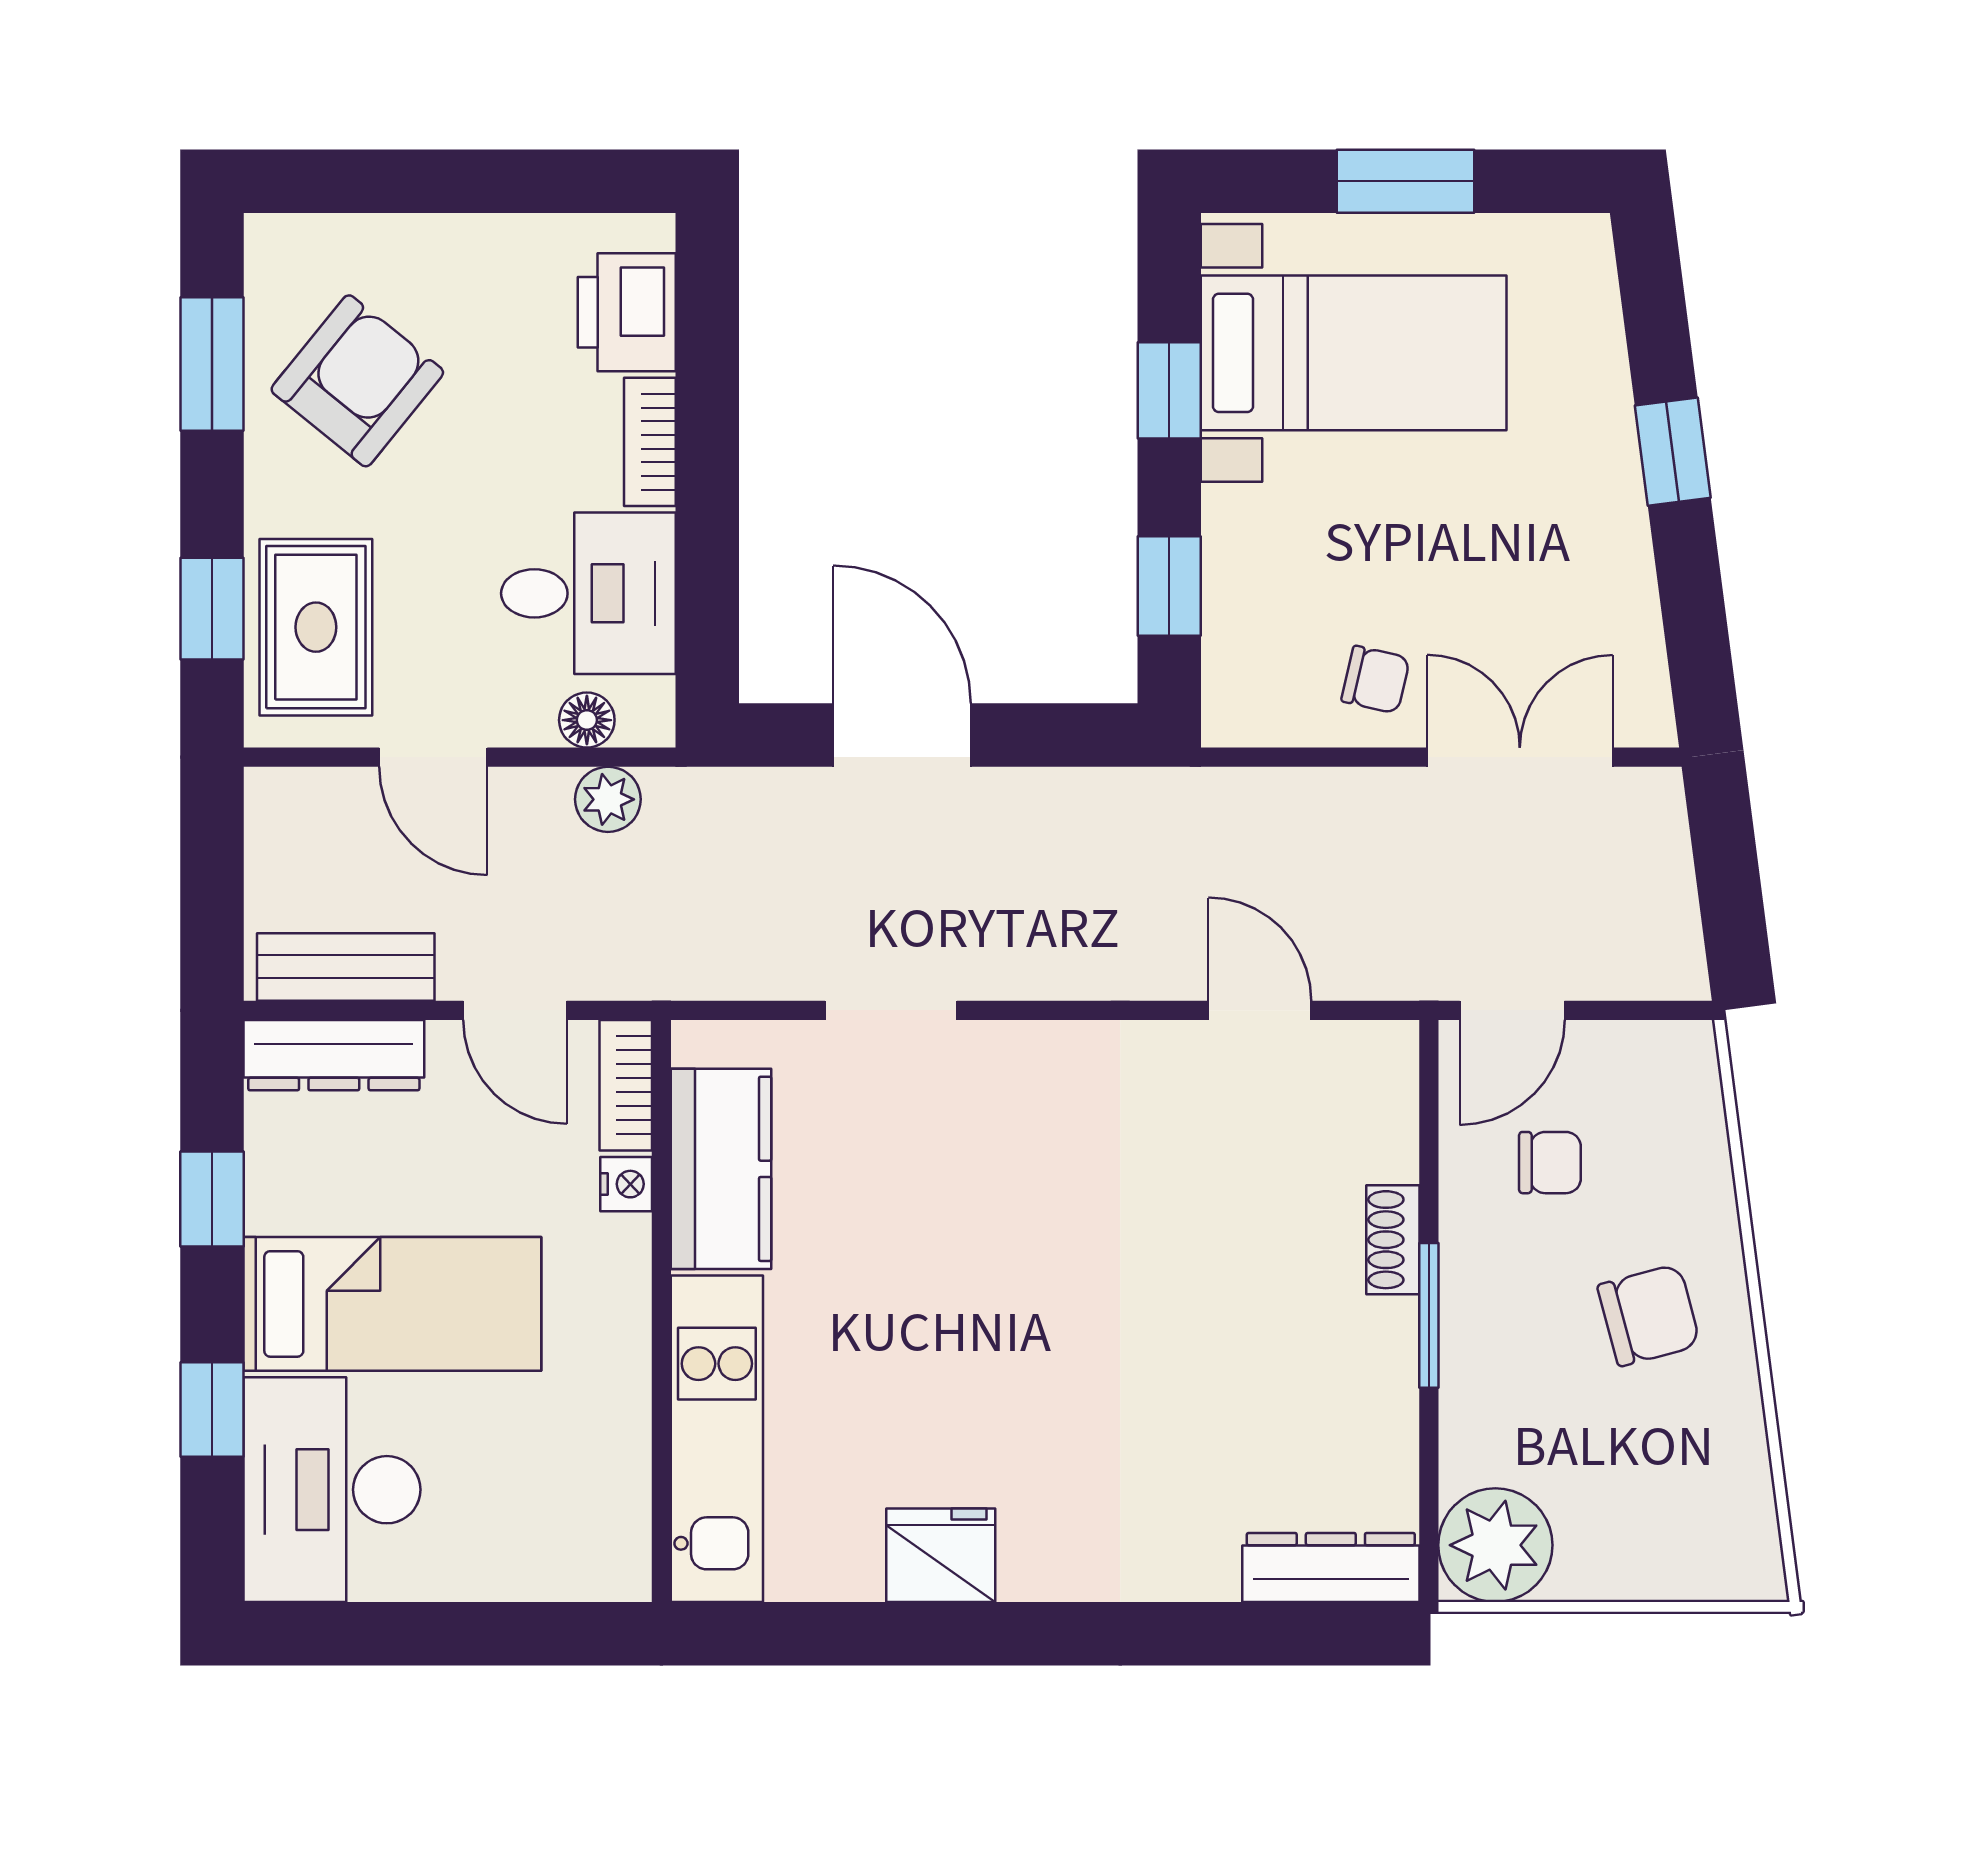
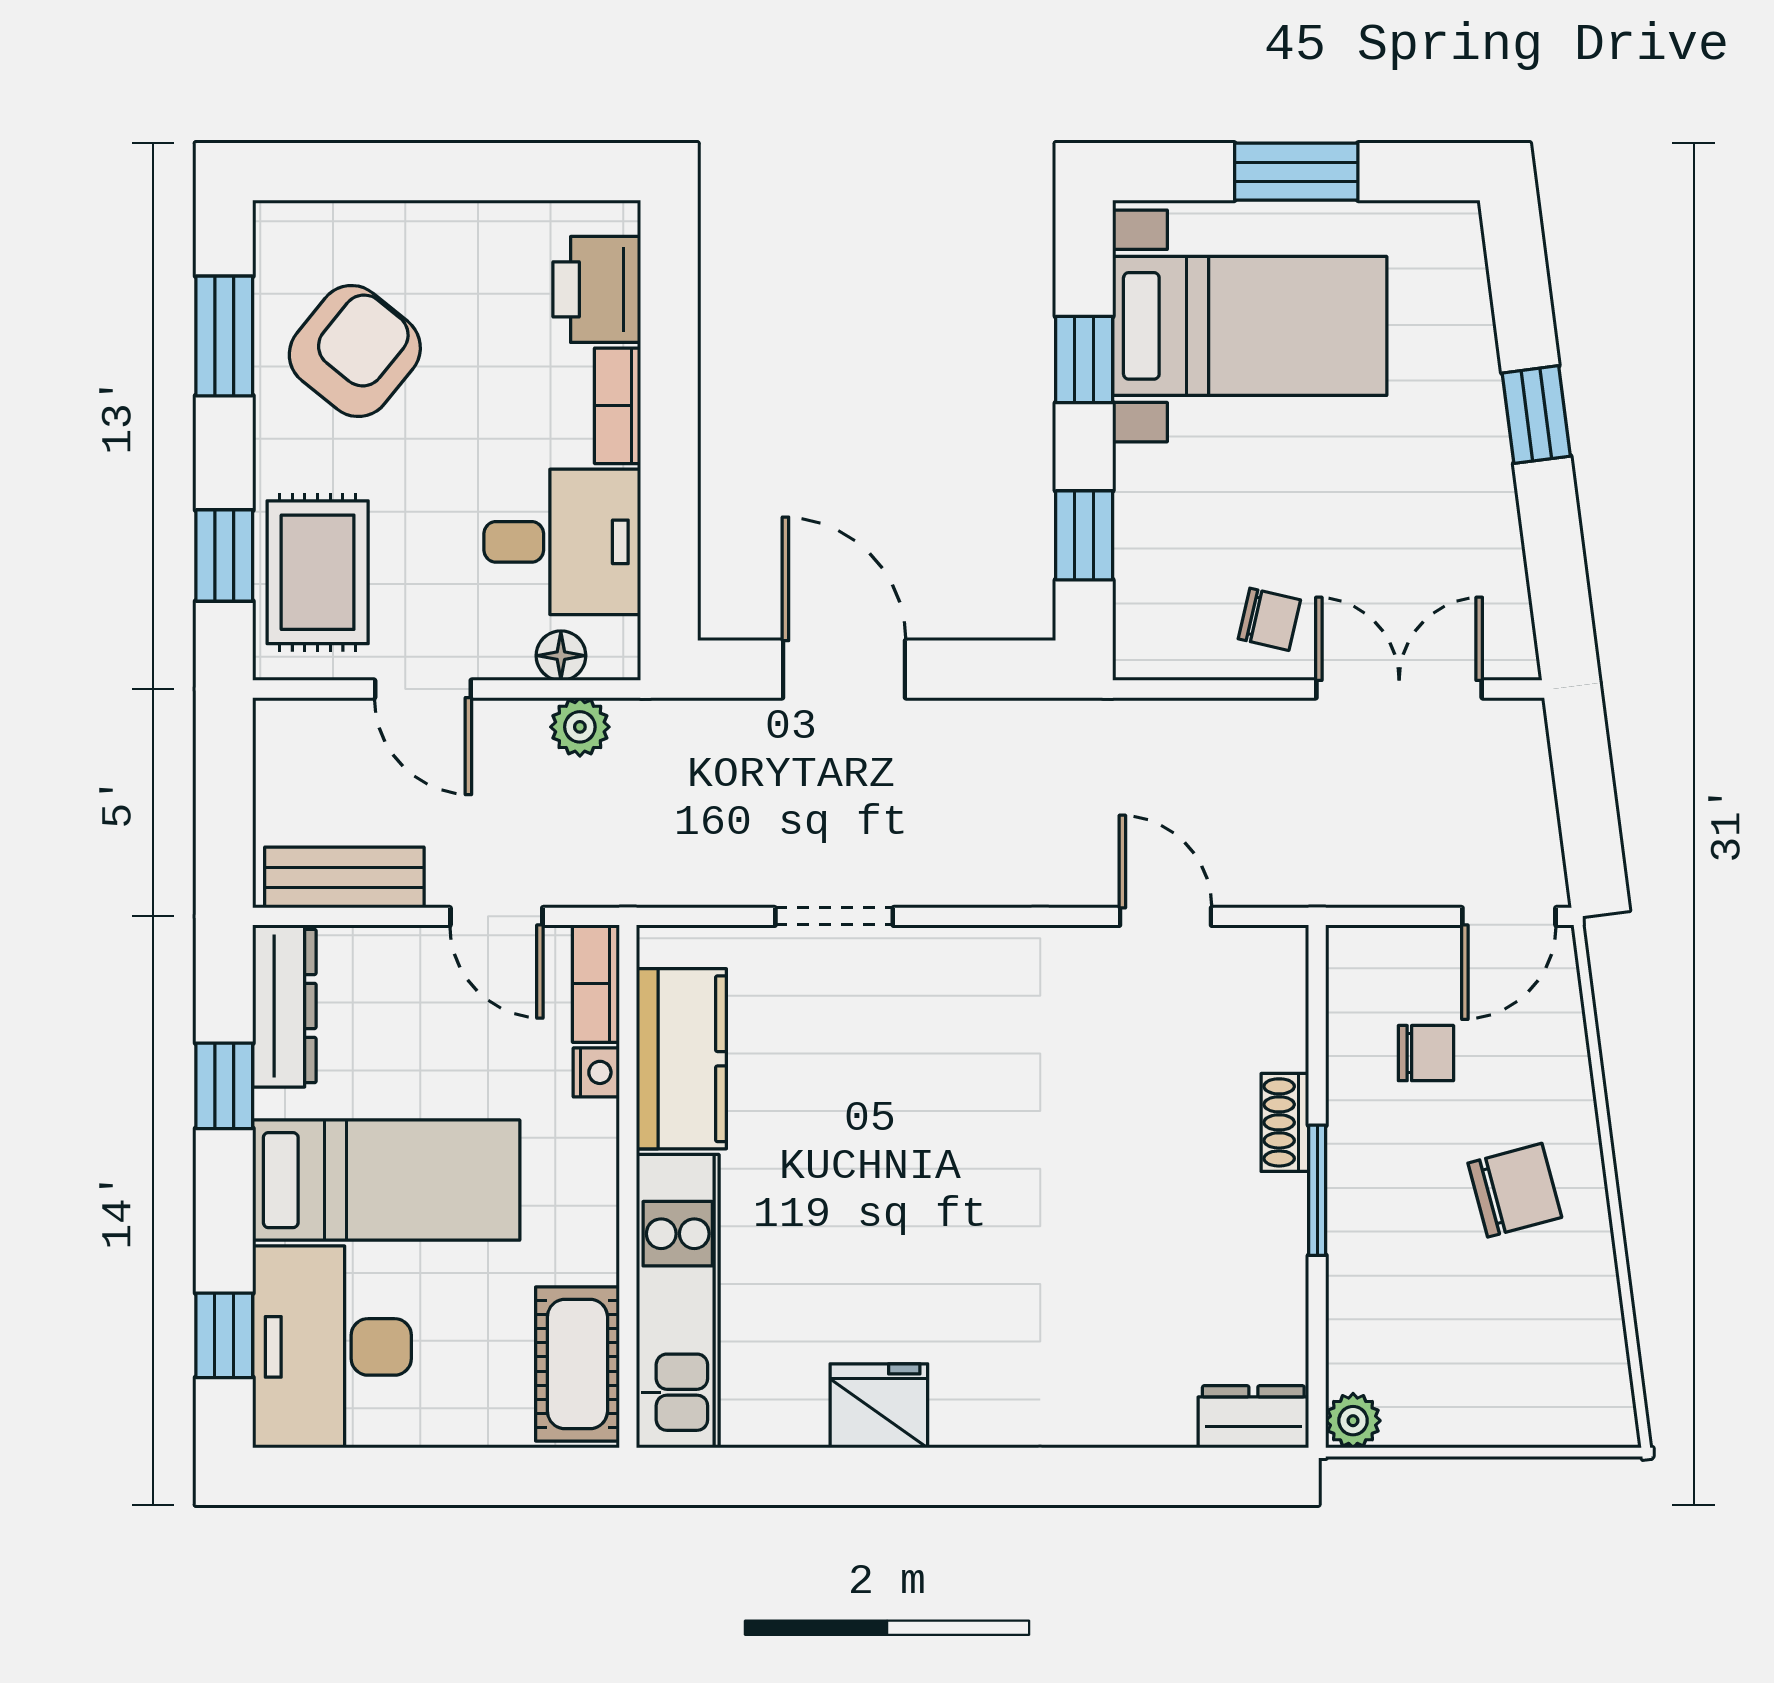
door: (1512, 1010) -> (1509, 916), moved
dresser: (334, 1055) -> (284, 1006), moved, turned -90
window: (212, 1409) -> (224, 1335), moved
cot: (605, 1509) -> (577, 1364), added
plant: (1495, 1545) -> (1353, 1421), width x0.53, depth x0.53
dresser: (1331, 1568) -> (1253, 1417), width x0.70

